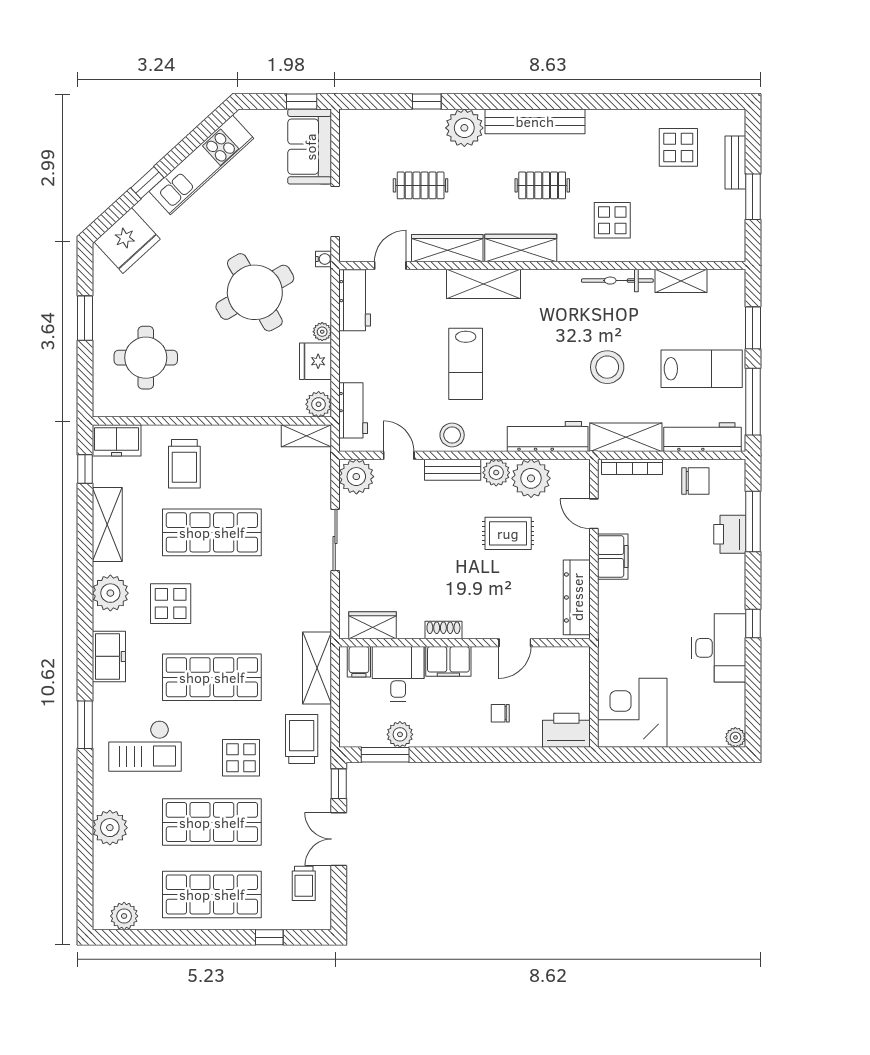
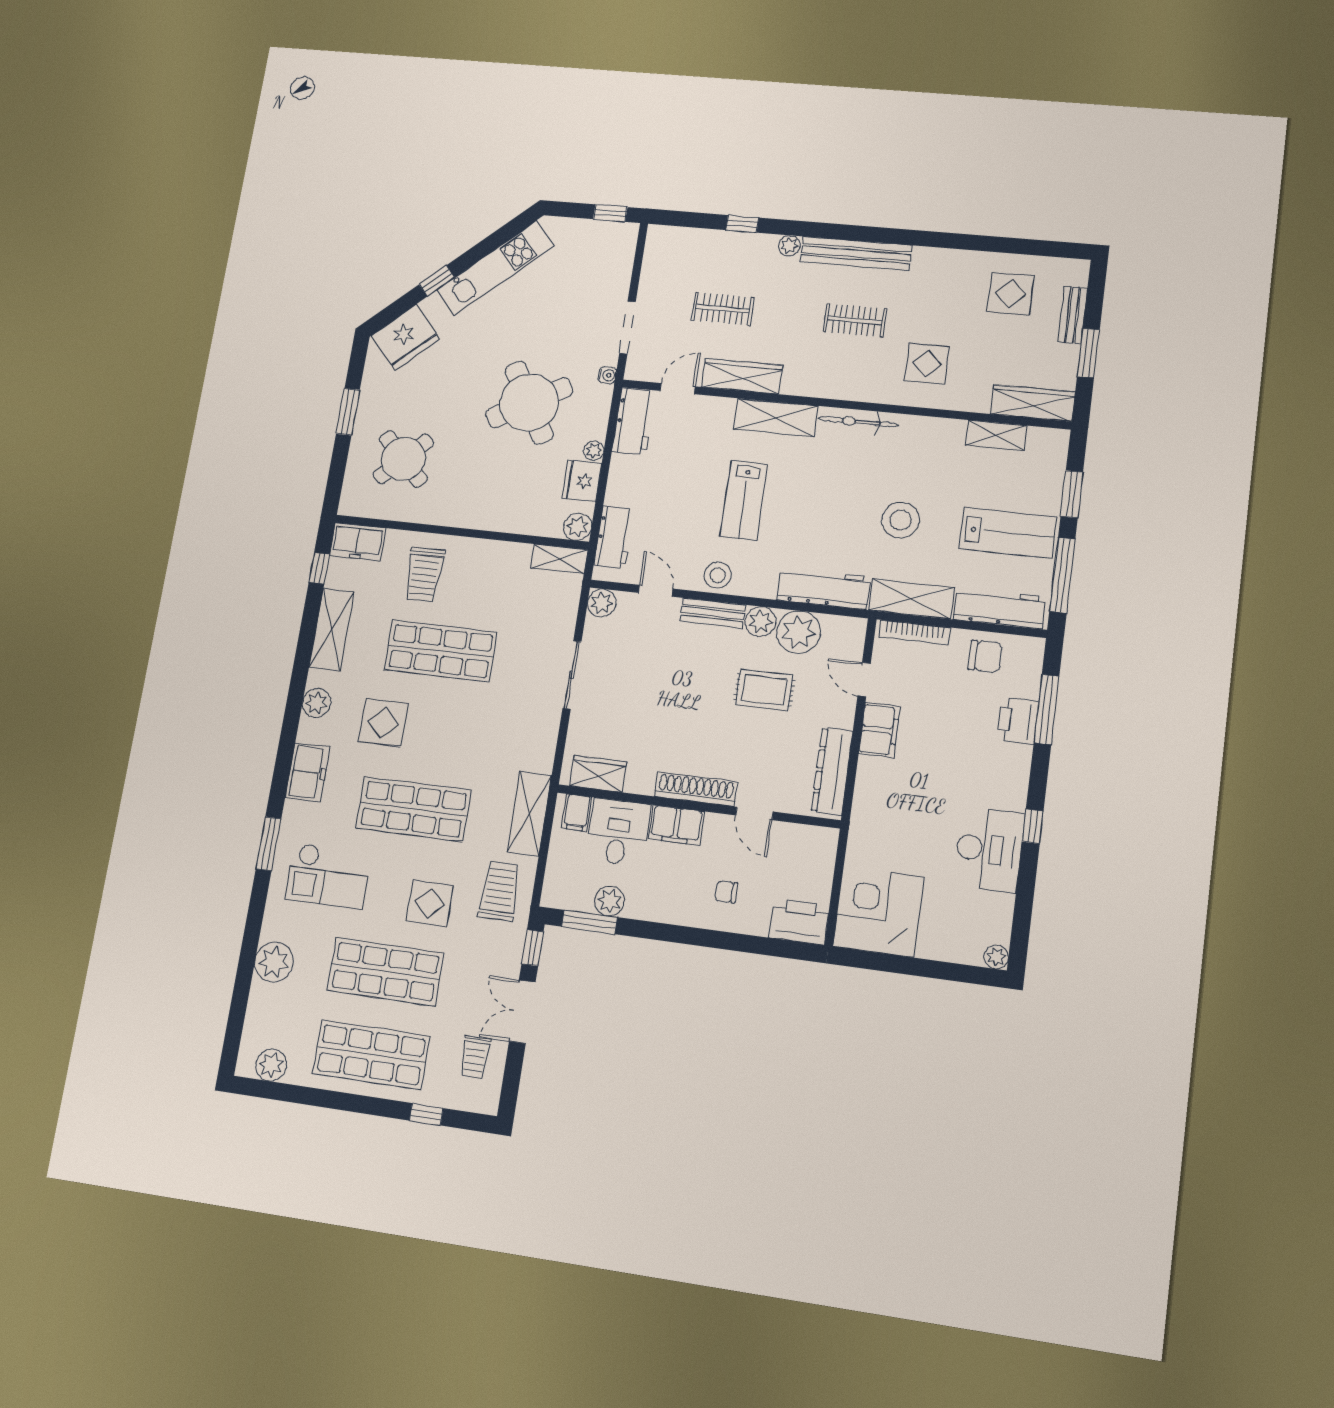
plant: (464, 128) -> (789, 246), width x0.53, depth x0.53
sofa: (310, 147) -> (611, 259), removed
wardrobe: (521, 248) -> (1033, 403), moved
bicycle: (617, 281) -> (858, 422), moved
round table: (146, 358) -> (403, 459), turned 45
plant: (356, 477) -> (602, 603), width x0.73, depth x0.73
plant: (110, 593) -> (317, 703), width x0.73, depth x0.73
shoe rack: (443, 630) -> (696, 789), width x1.94, depth x1.24
door: (515, 643) -> (754, 813), hinge flipped

